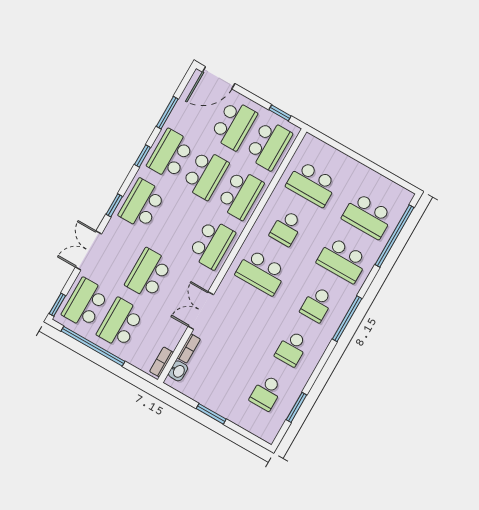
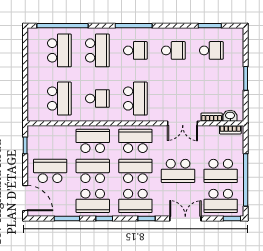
school desk: (269, 145) -> (135, 171), moved
double door: (88, 250) -> (185, 218), swing flipped

